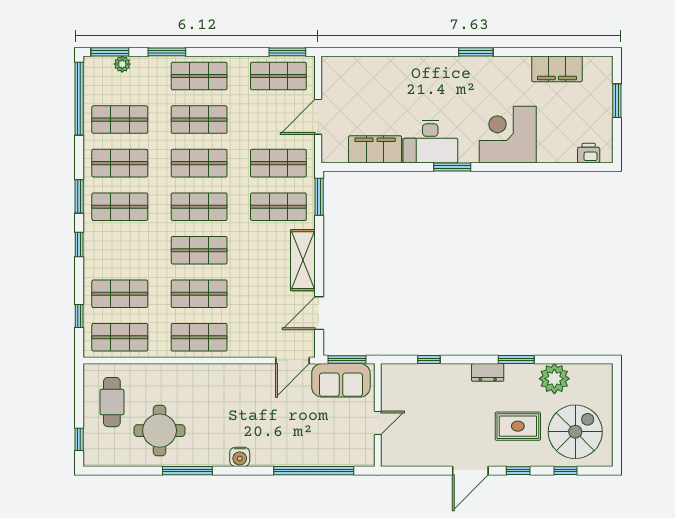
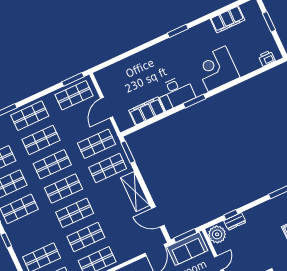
door: (319, 313) -> (158, 217), hinge flipped
dresser: (488, 372) -> (235, 221), moved
plant: (395, 380) -> (217, 234), added

